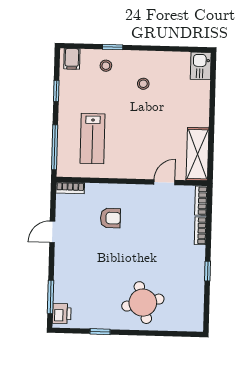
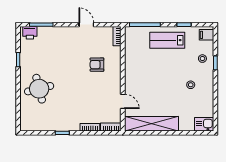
lab bench: (93, 139) -> (167, 40), moved
shelving: (198, 154) -> (152, 124), width x1.47
armchair: (110, 218) -> (97, 65), turned 90

